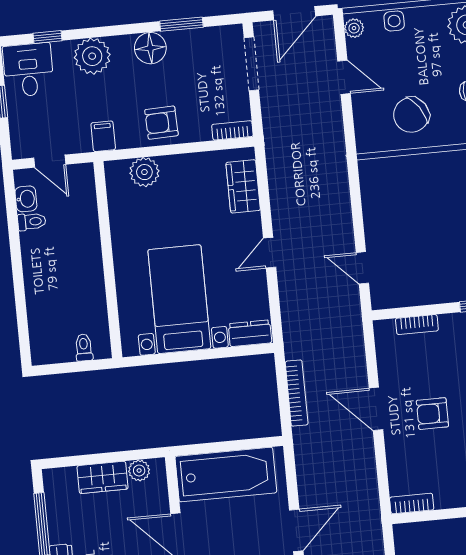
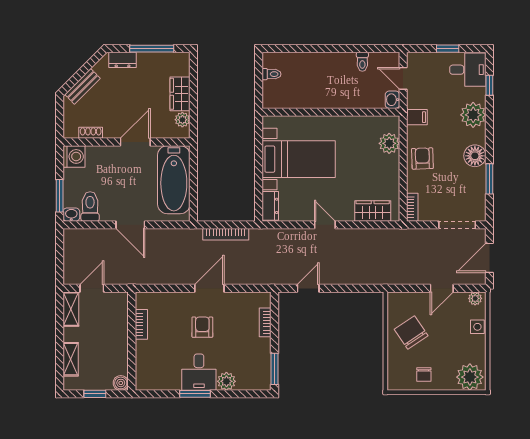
door: (294, 13) -> (489, 258), hinge flipped
door: (50, 161) -> (403, 78), hinge flipped
washbasin: (26, 199) -> (392, 100), moved, turned 90
toilet: (84, 347) -> (272, 74), moved
bookcase: (412, 504) -> (141, 324), moved

